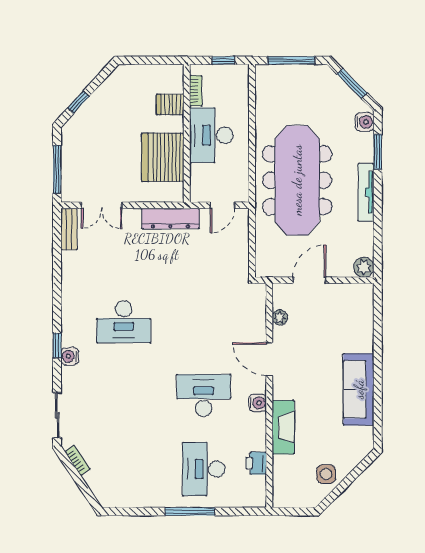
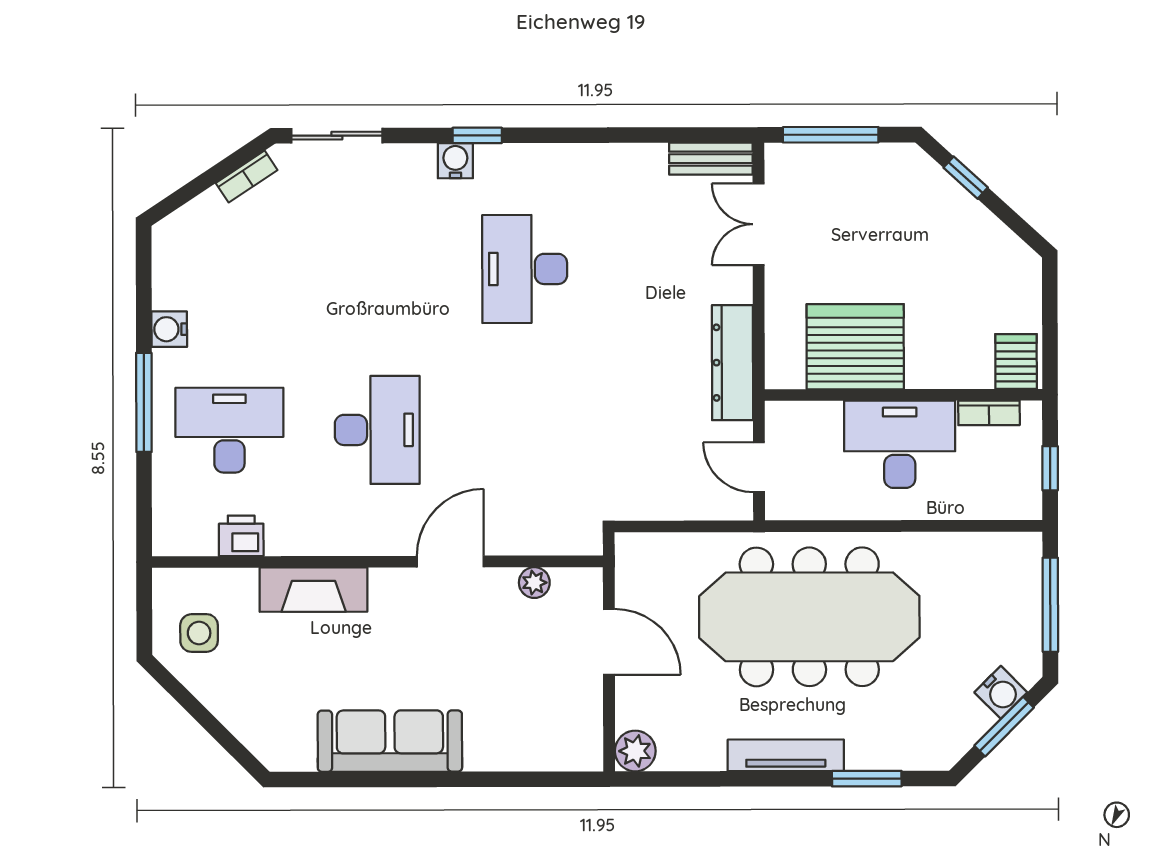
server rack: (170, 104) -> (1016, 362), moved
water cooler: (365, 122) -> (1001, 692), moved, turned -45
water cooler: (258, 403) -> (169, 329), moved, turned 90
side table: (326, 474) -> (199, 633), moved

